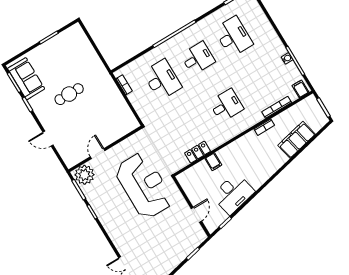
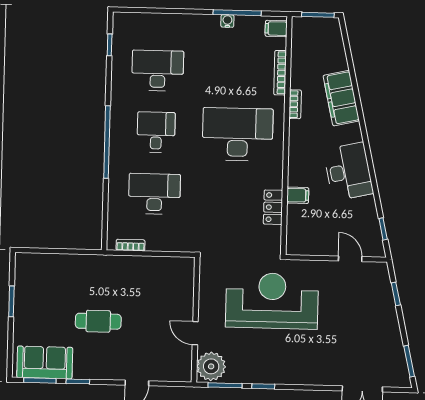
cafe table: (69, 94) -> (98, 321), turned 90
desk: (226, 105) -> (238, 134), width x1.87, depth x1.30
filing cabinet: (296, 140) -> (341, 98), moved
desk: (233, 194) -> (348, 172), moved

